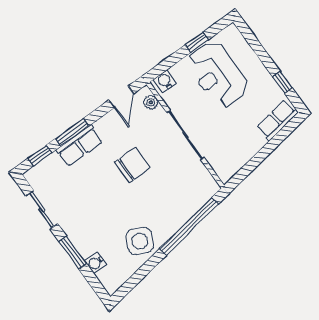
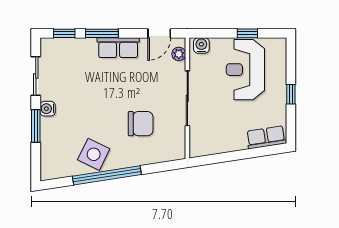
window: (283, 83) -> (291, 94), moved
row of seats: (79, 146) -> (118, 48), moved
chair: (132, 165) -> (141, 124), moved
window: (189, 226) -> (107, 175), moved
water cooler: (95, 263) -> (48, 109), moved

